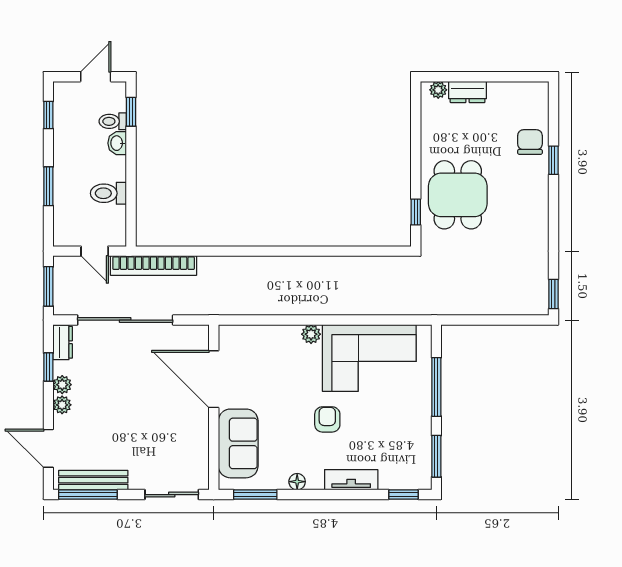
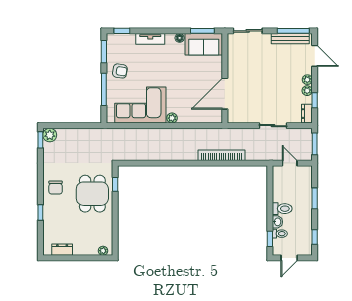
dresser: (468, 92) -> (62, 250), moved
chair: (530, 142) -> (56, 188), moved
toilet: (108, 193) -> (282, 209), moved
bookcase: (154, 266) -> (221, 155), moved
plant: (536, 303) -> (50, 135), added
sliding door: (125, 320) -> (273, 126), width x0.54
door: (214, 379) -> (225, 94), swing flipped
armchair: (327, 419) -> (120, 71), moved, turned -81
sofa: (238, 443) -> (204, 44), moved, turned -90

